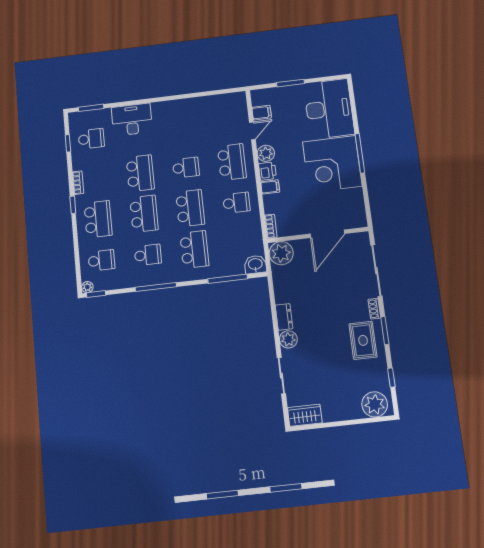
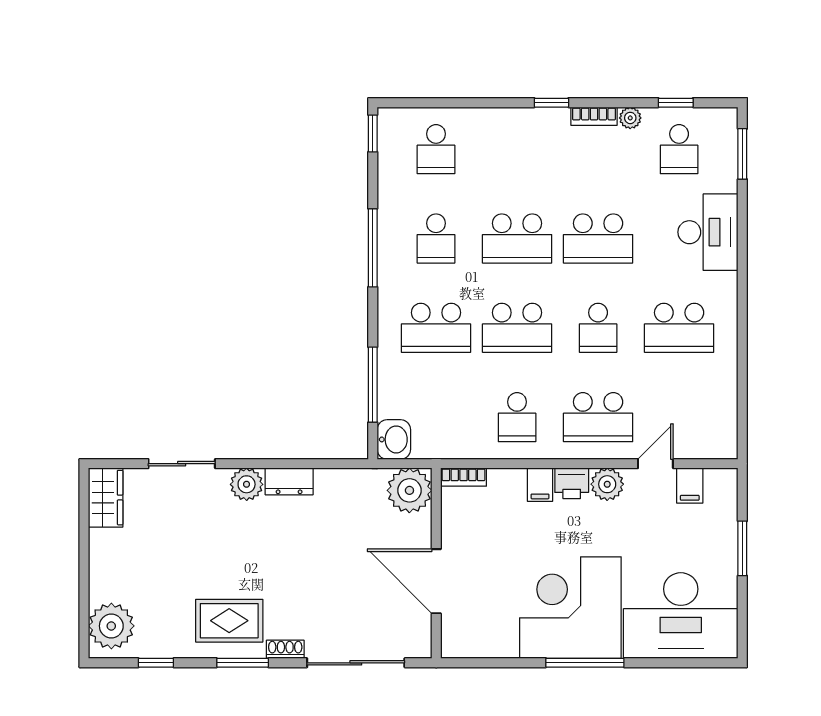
door: (252, 131) -> (655, 464), swing flipped
school desk: (98, 219) -> (679, 328), moved
plant: (87, 287) -> (630, 118), moved

